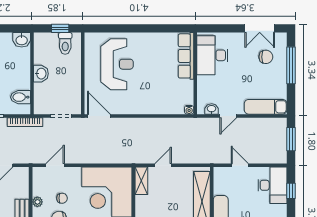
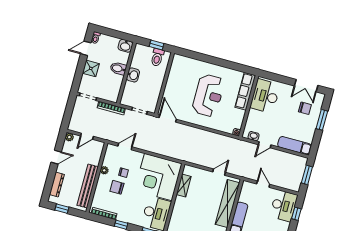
reception desk: (117, 64) -> (208, 95), moved
window: (291, 65) -> (322, 120), width x0.69
bidet: (20, 97) -> (118, 69), moved
door: (163, 165) -> (219, 172), moved
shelving: (141, 181) -> (184, 186), moved

